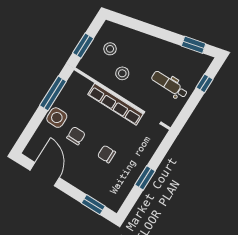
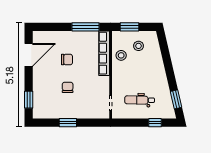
stool: (122, 73) -> (121, 55), moved
dental chair: (169, 85) -> (140, 100), turned -89
row of seats: (115, 104) -> (104, 53), moved
side table: (57, 118) -> (71, 39), removed

